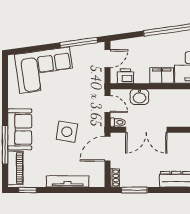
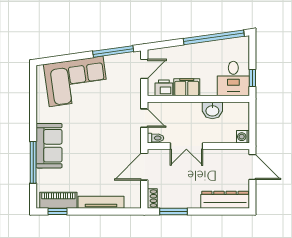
filing cabinet: (162, 76) -> (187, 87), moved
washbasin: (139, 97) -> (212, 110), moved
double door: (146, 130) -> (186, 146), width x0.73
side table: (67, 132) -> (100, 148), removed
piano: (15, 168) -> (58, 200), moved, turned -90

